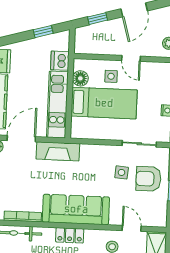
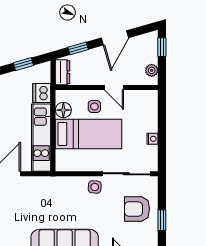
dresser: (81, 41) -> (63, 72), added
sliding door: (139, 144) -> (126, 174), width x1.37
fireplace: (58, 151) -> (44, 185), removed
side table: (122, 172) -> (95, 187), moved

